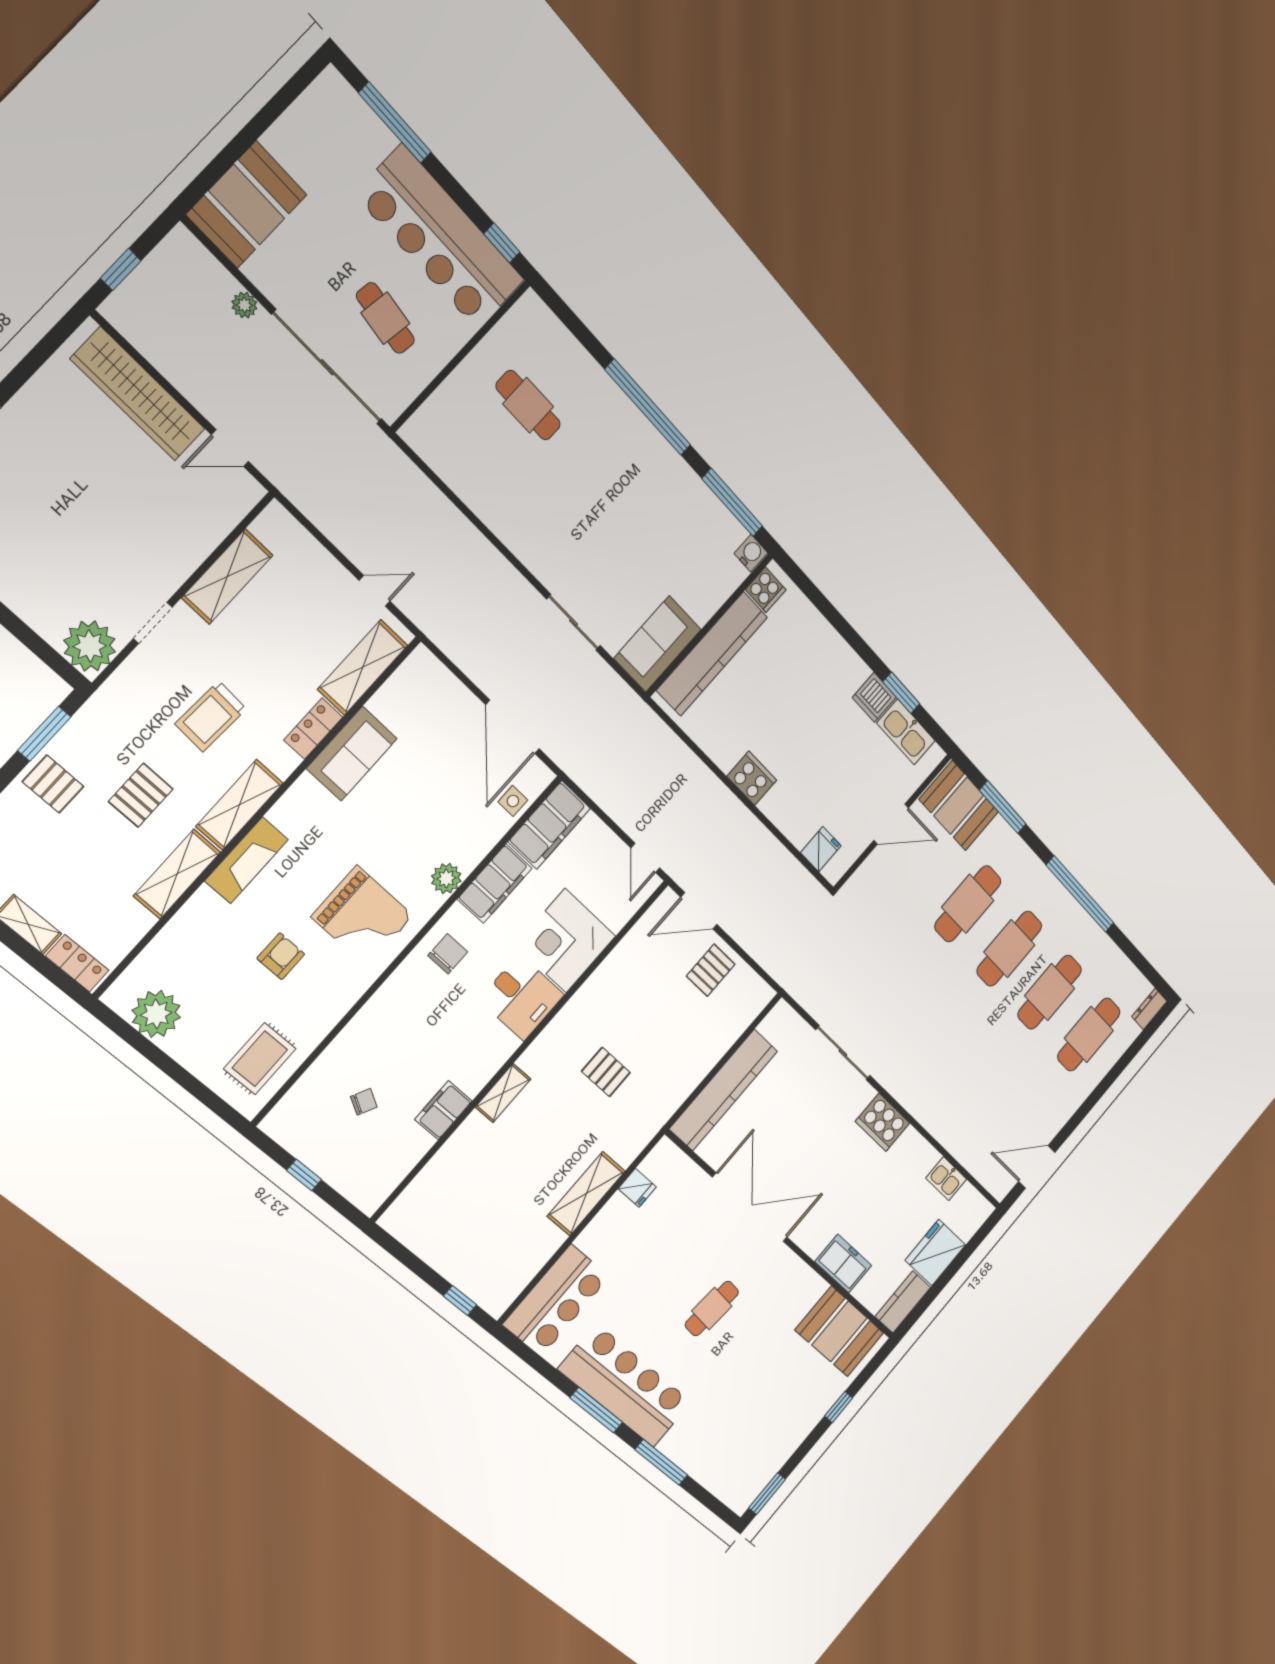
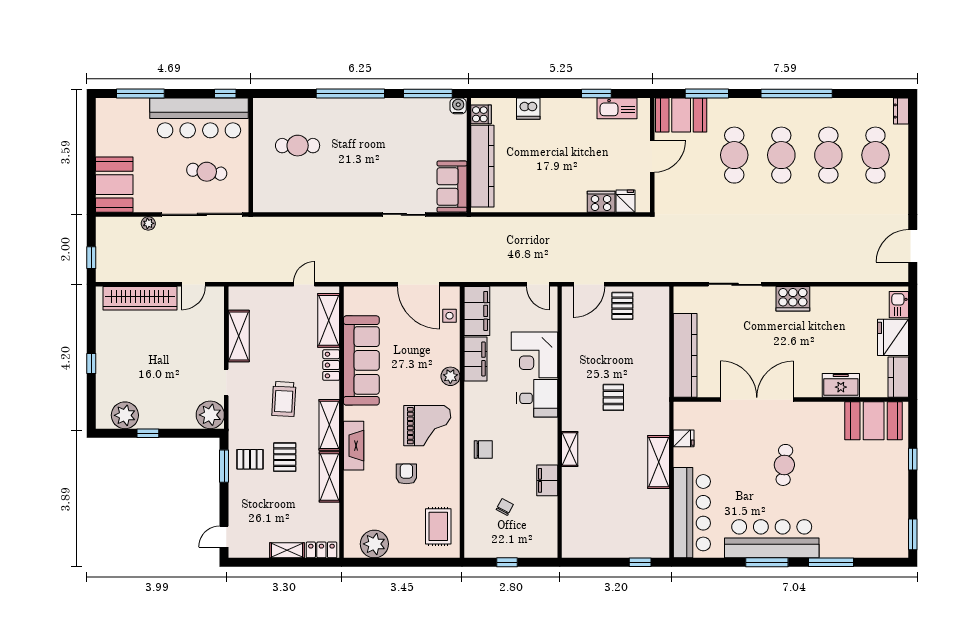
dishwasher: (874, 697) -> (528, 109), moved
sofa: (352, 754) -> (361, 360), width x1.85, depth x1.27
cooker: (752, 778) -> (601, 202), moved
pallet: (53, 784) -> (250, 459), moved
chair: (448, 954) -> (483, 450), moved, turned 90
pallet: (606, 1072) -> (613, 397), turned 90
kitchen sink: (946, 1179) -> (899, 305), moved, turned 90
bar counter: (556, 1300) -> (692, 513), width x1.36

